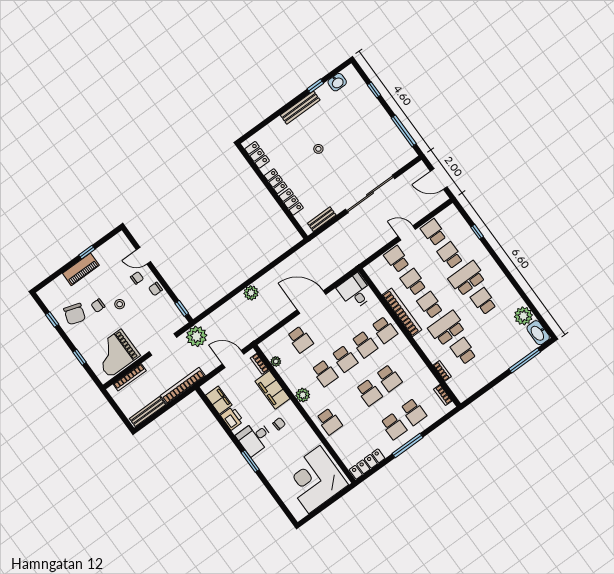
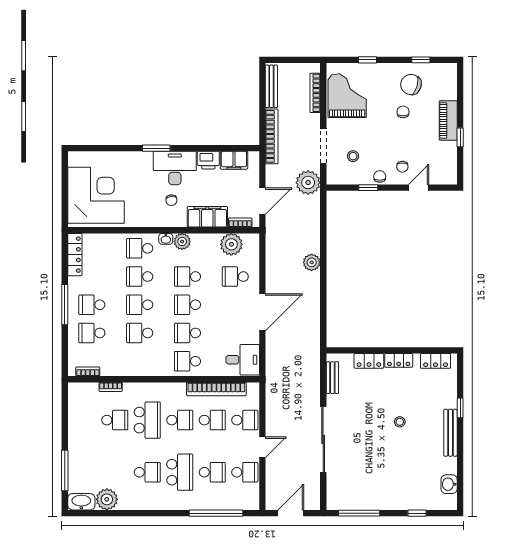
window: (315, 86) -> (460, 408), moved
window: (477, 232) -> (216, 513), width x3.17
stool: (120, 304) -> (353, 156), moved
window: (182, 308) -> (368, 188), moved
bookcase: (402, 312) -> (216, 389), moved
plant: (276, 361) -> (231, 244), width x1.88, depth x1.88
school desk: (349, 407) -> (140, 277), added
washbasin: (309, 408) -> (166, 239), added
desk: (255, 438) -> (175, 168), width x1.37

